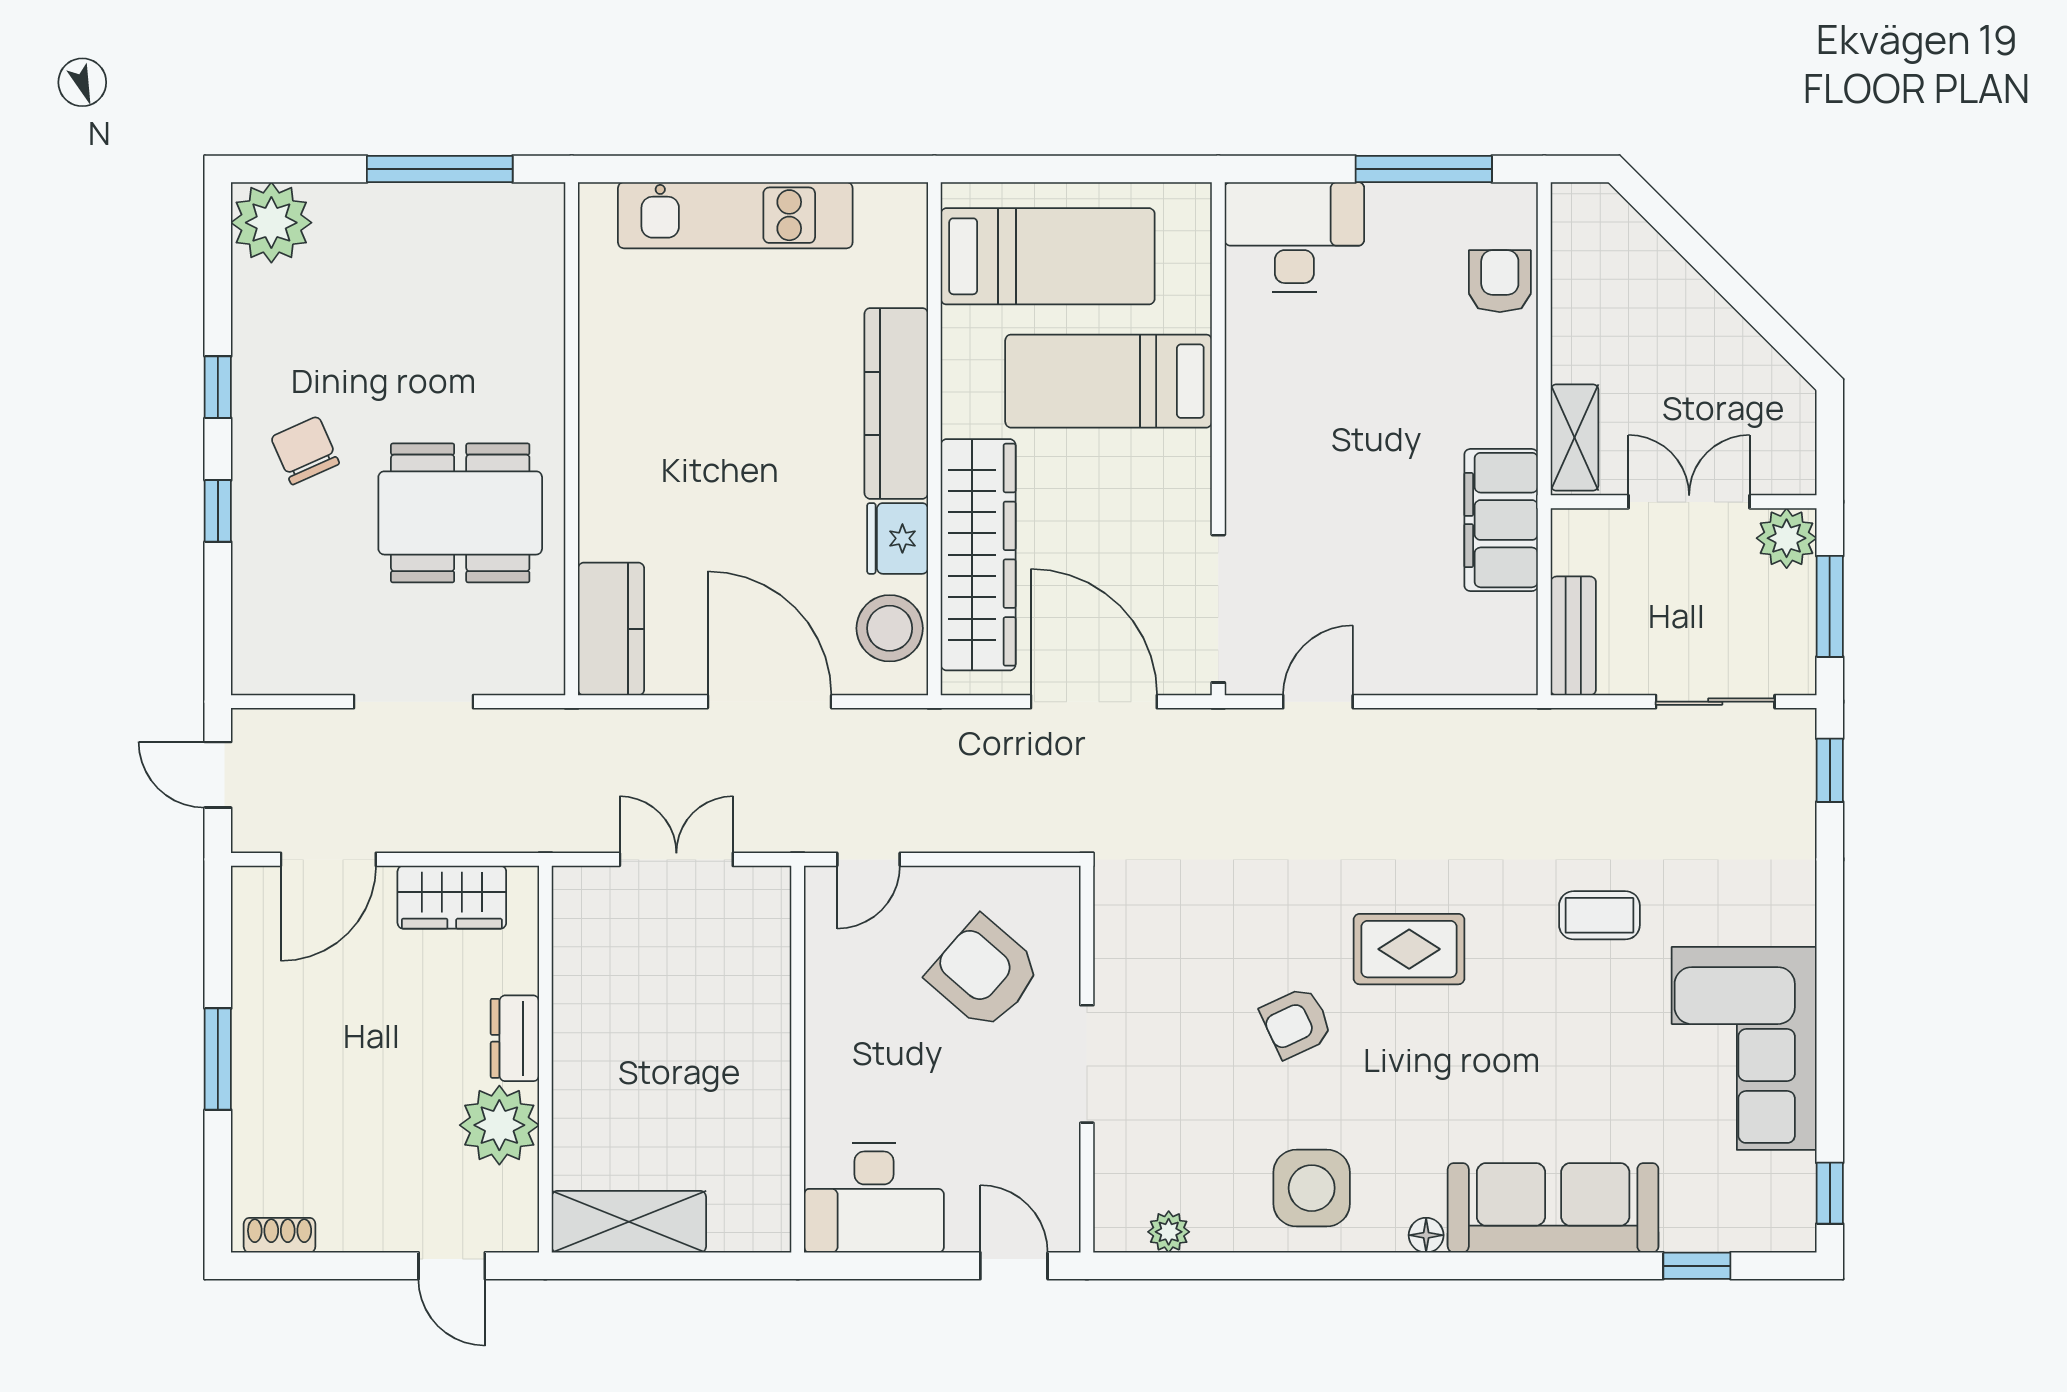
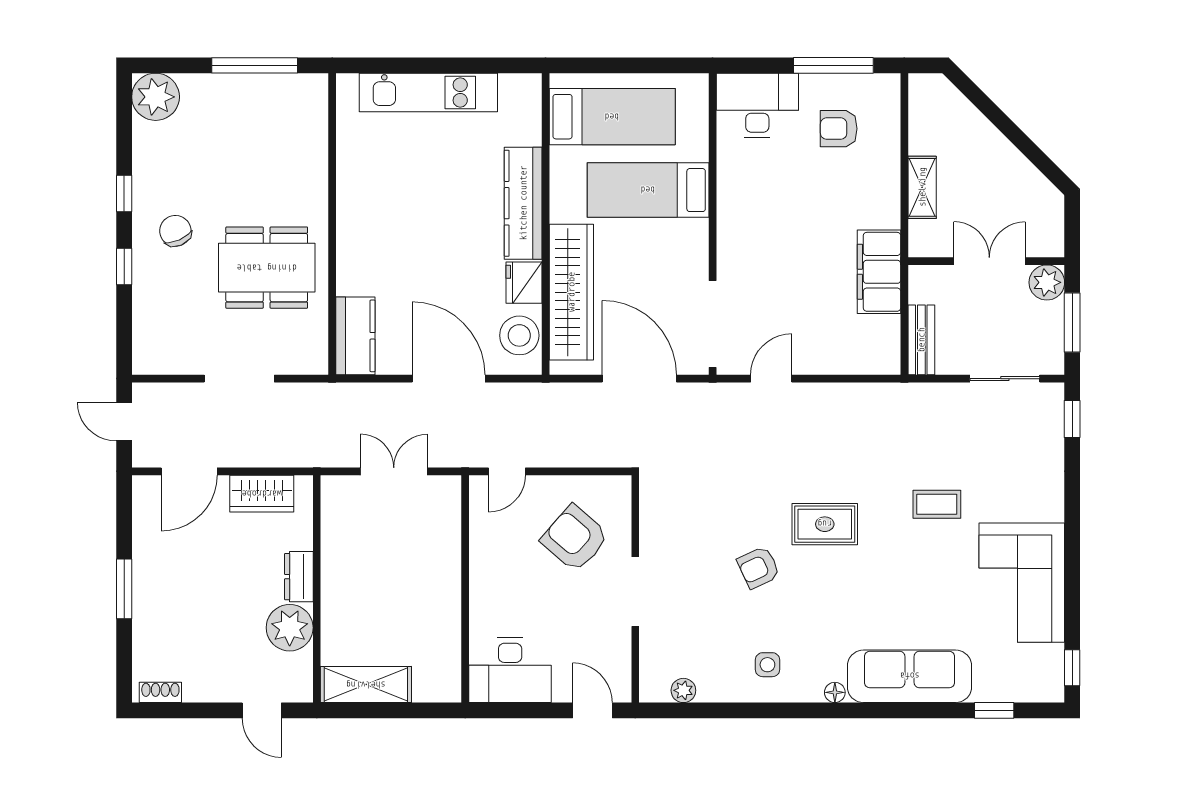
armchair: (1500, 281) -> (839, 129), moved, turned -90
shelving: (1575, 438) -> (922, 187), moved
side table: (1312, 1188) -> (767, 665), width x0.54, depth x0.54

